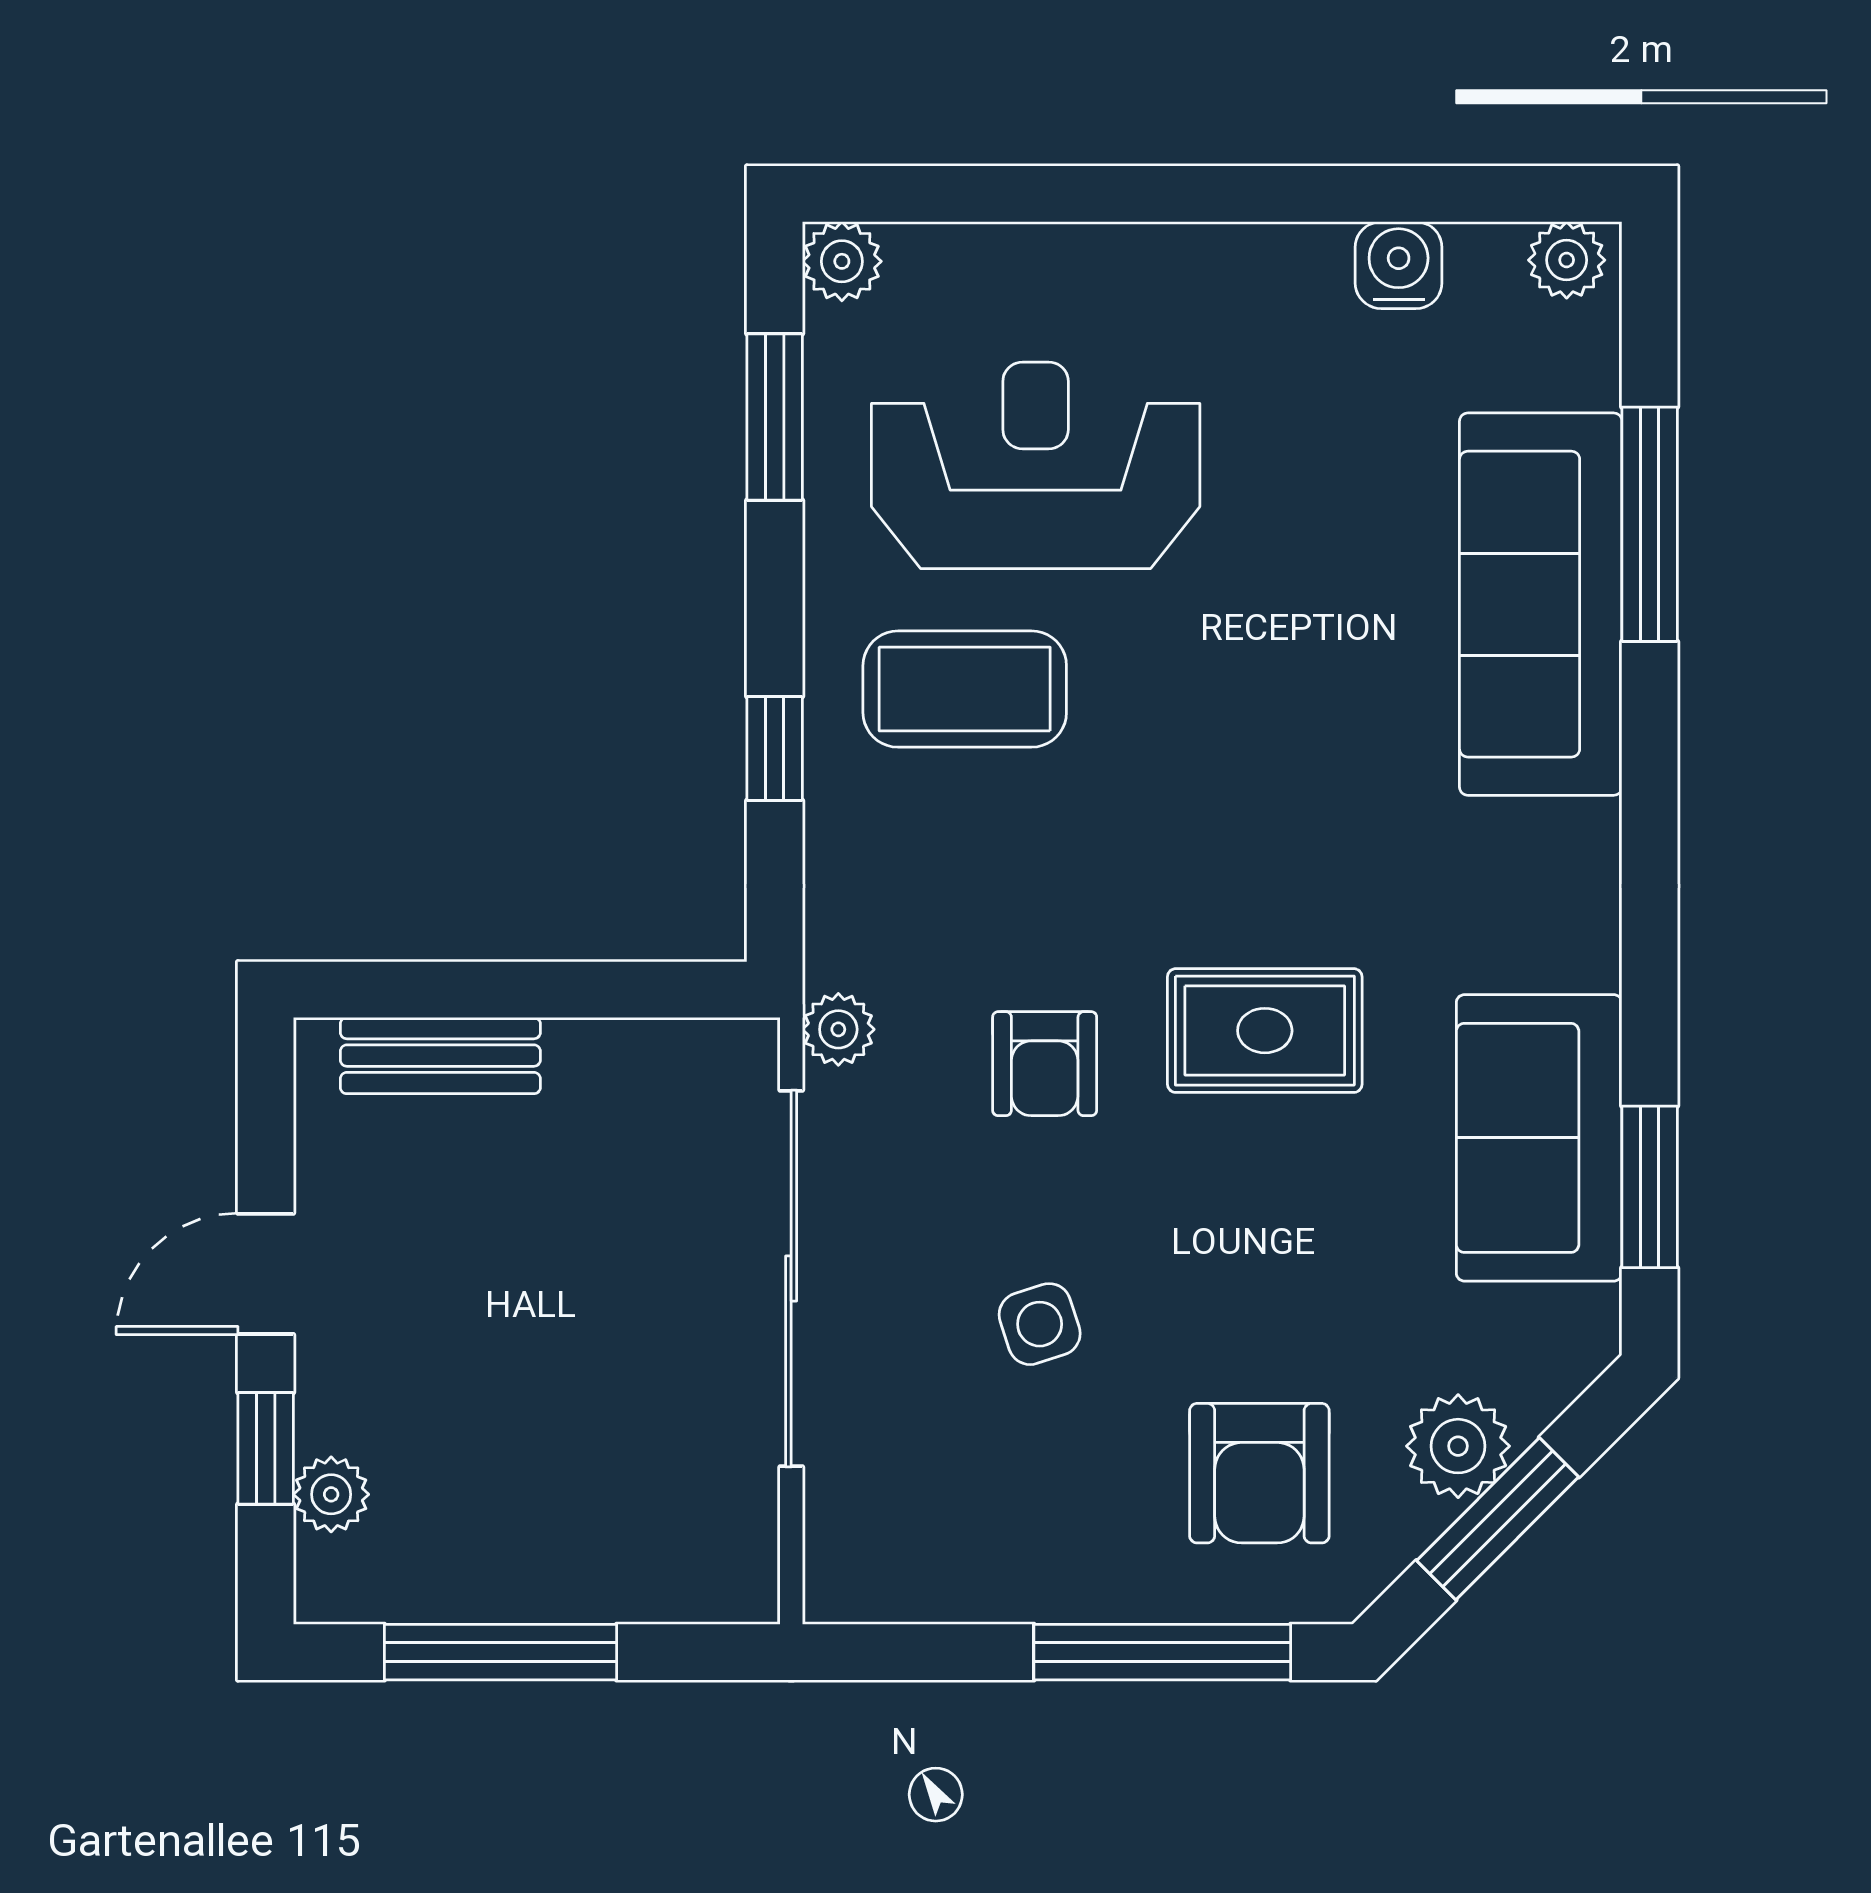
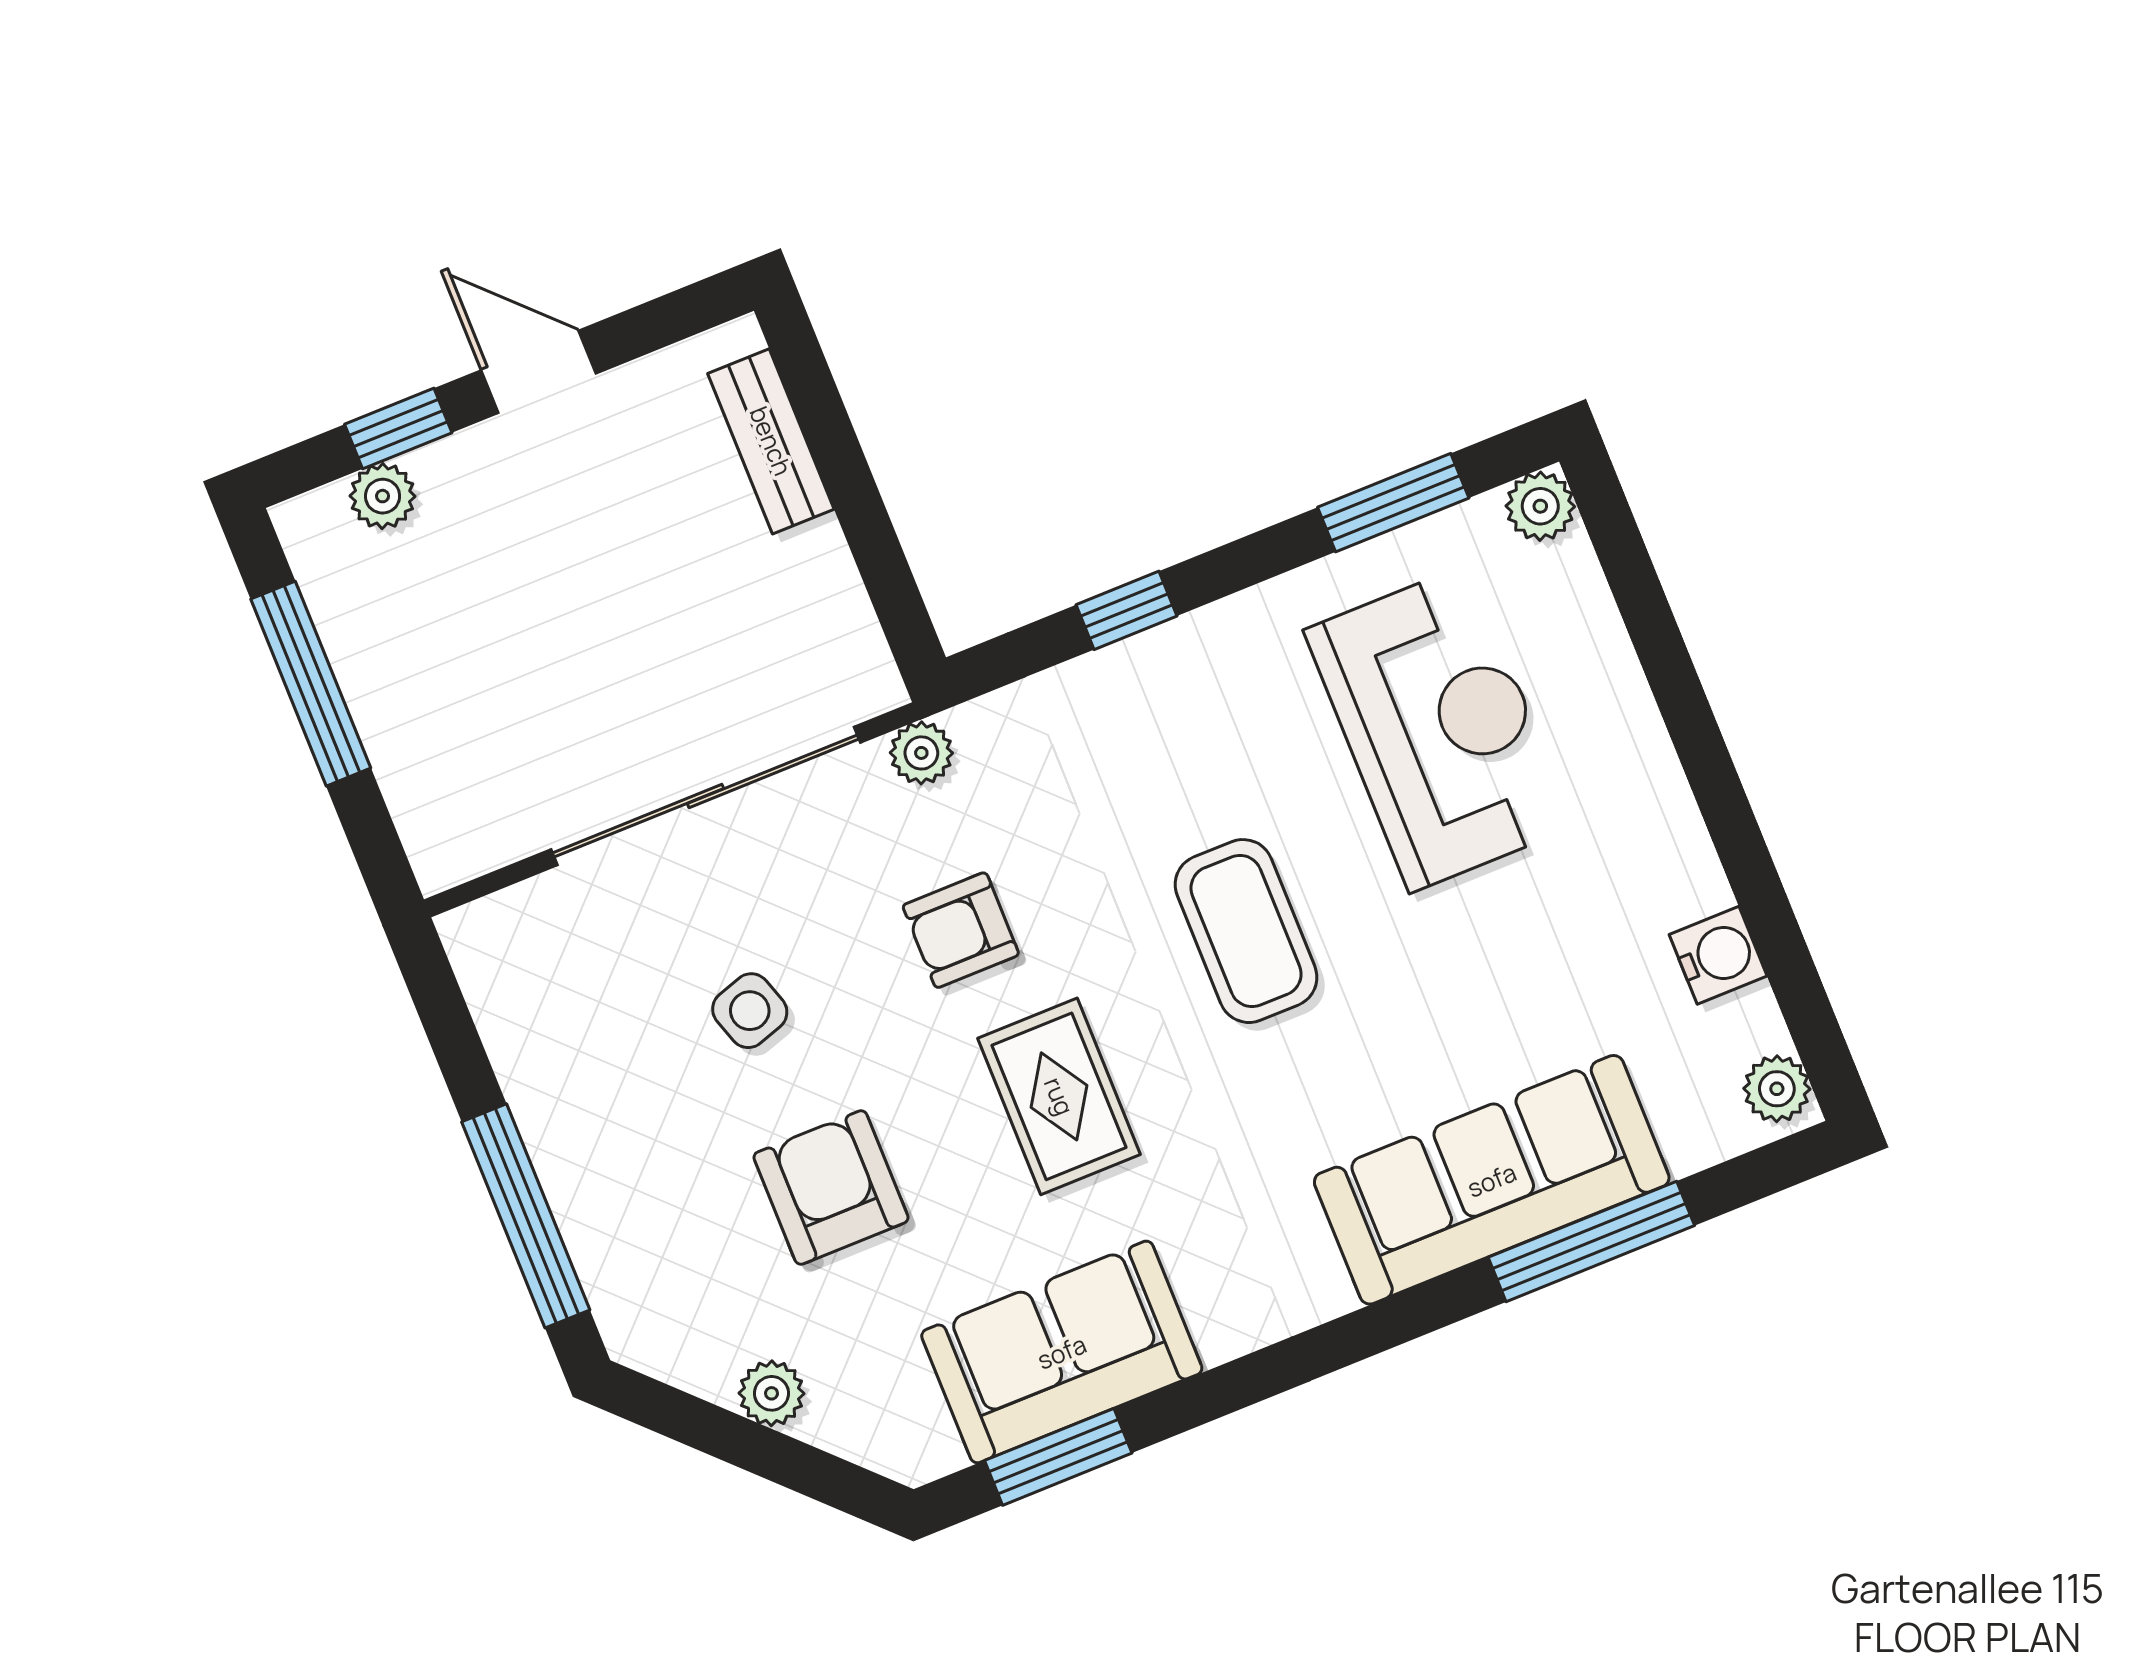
coffee table: (965, 689) -> (1246, 931), moved
plant: (1458, 1446) -> (772, 1393), width x0.73, depth x0.73
armchair: (1259, 1473) -> (831, 1188), moved, turned 90
window: (1498, 1519) -> (742, 1442), removed

